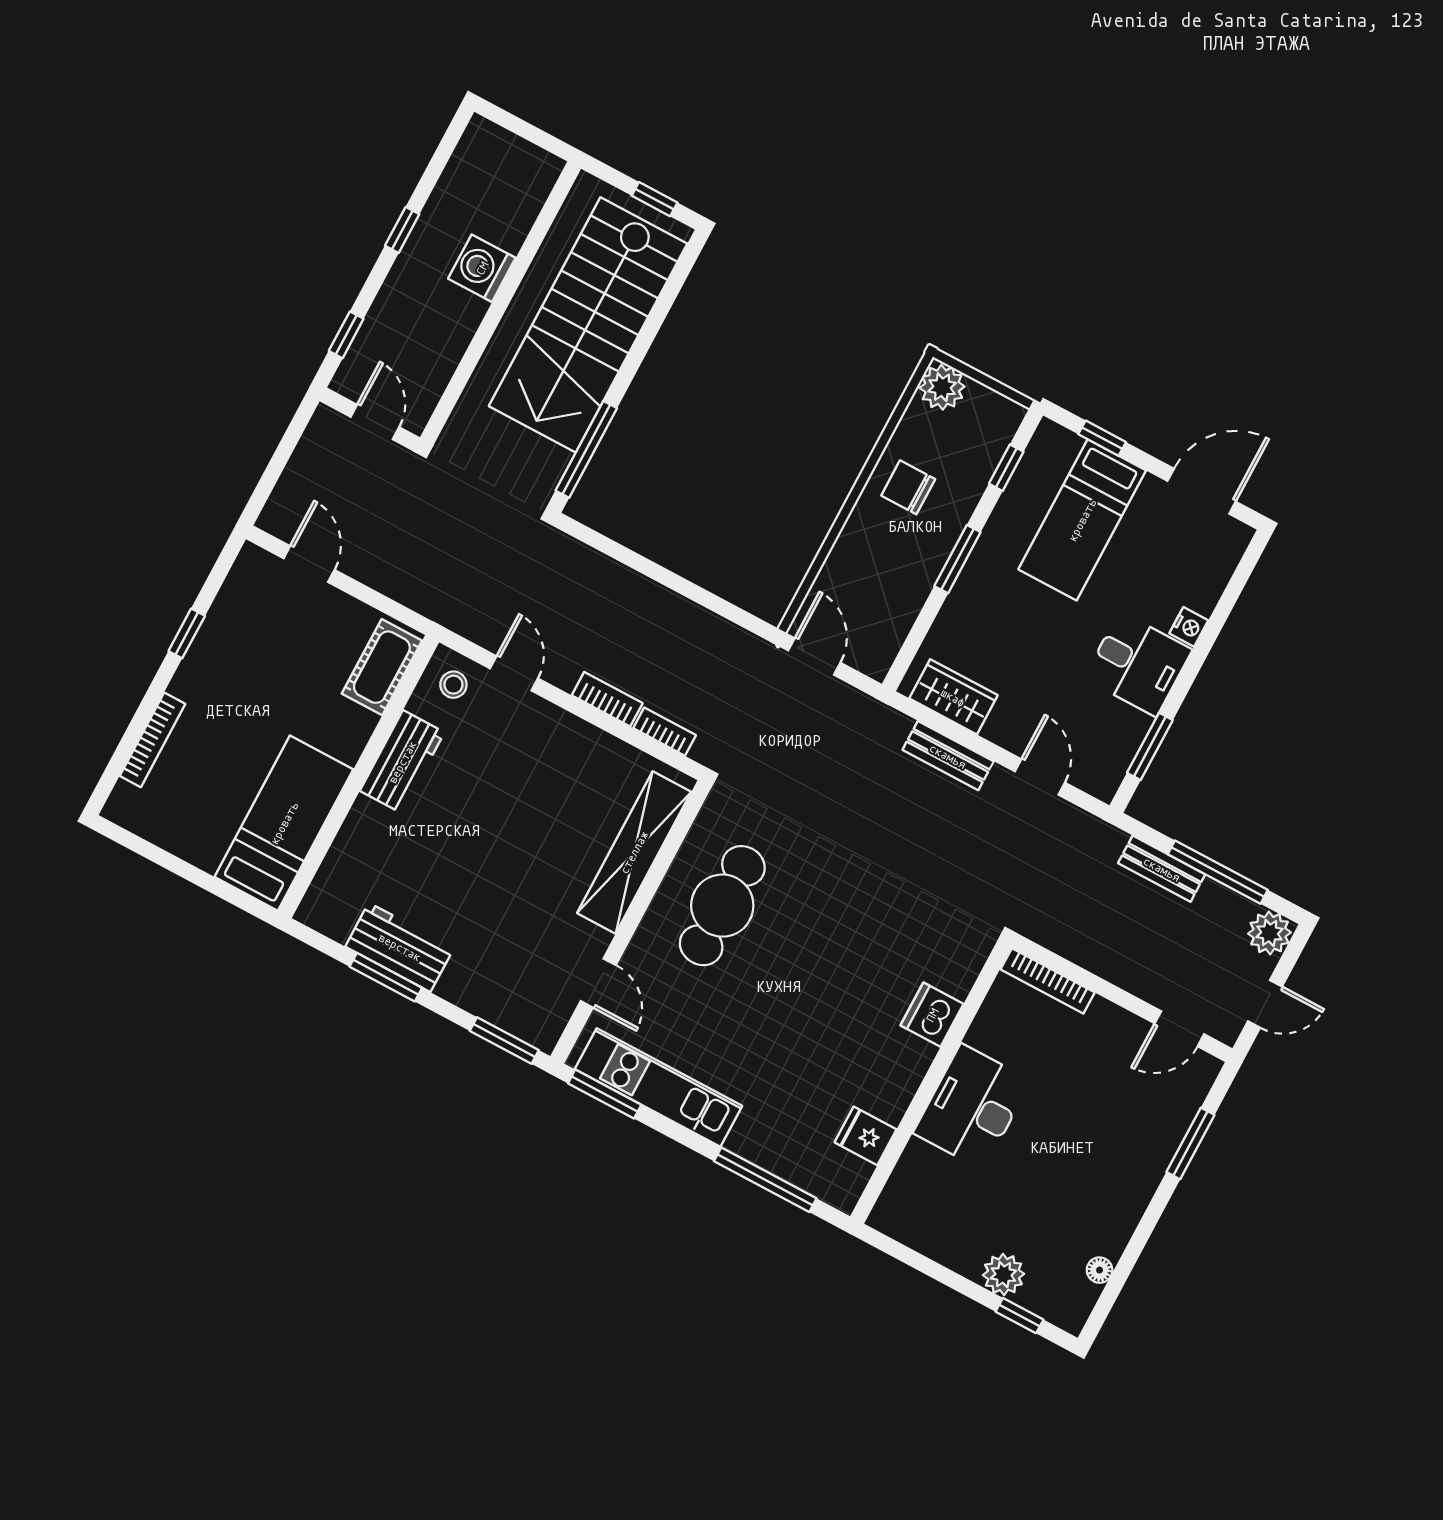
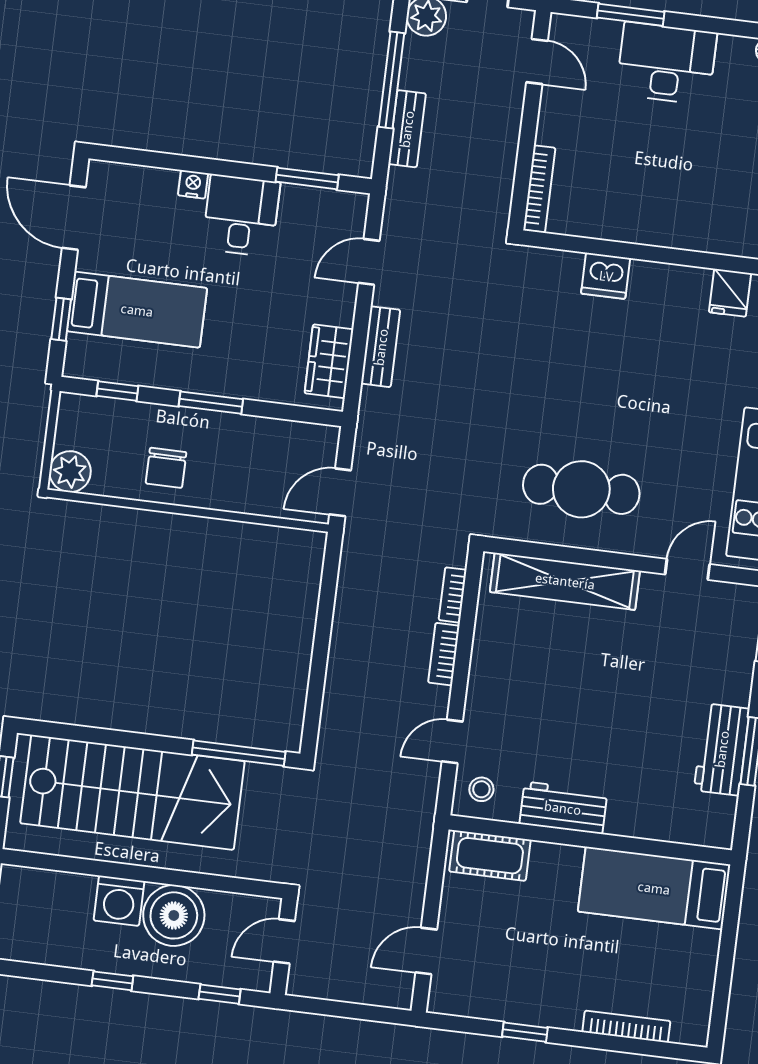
boiler: (445, 319) -> (174, 915), added
desk: (972, 1107) -> (666, 63), moved, turned 180

